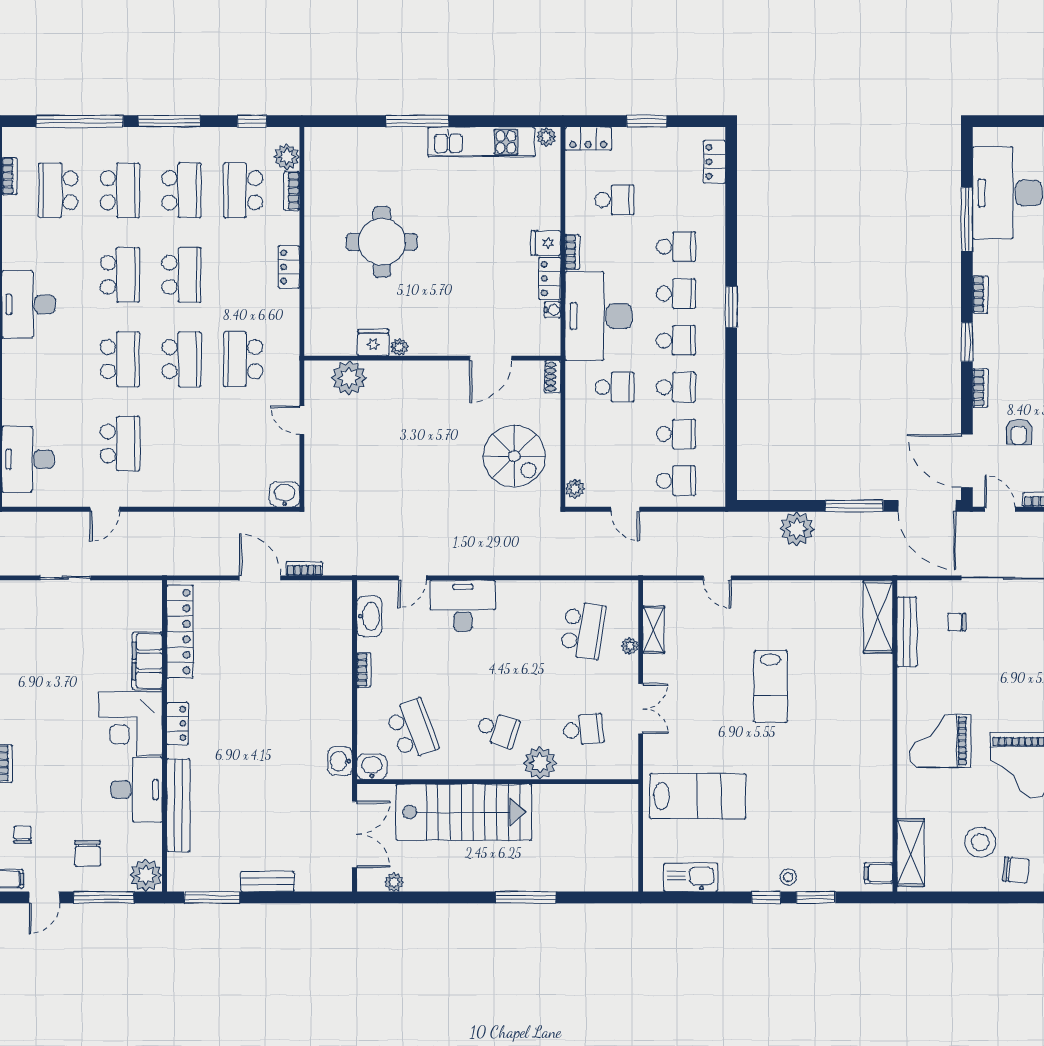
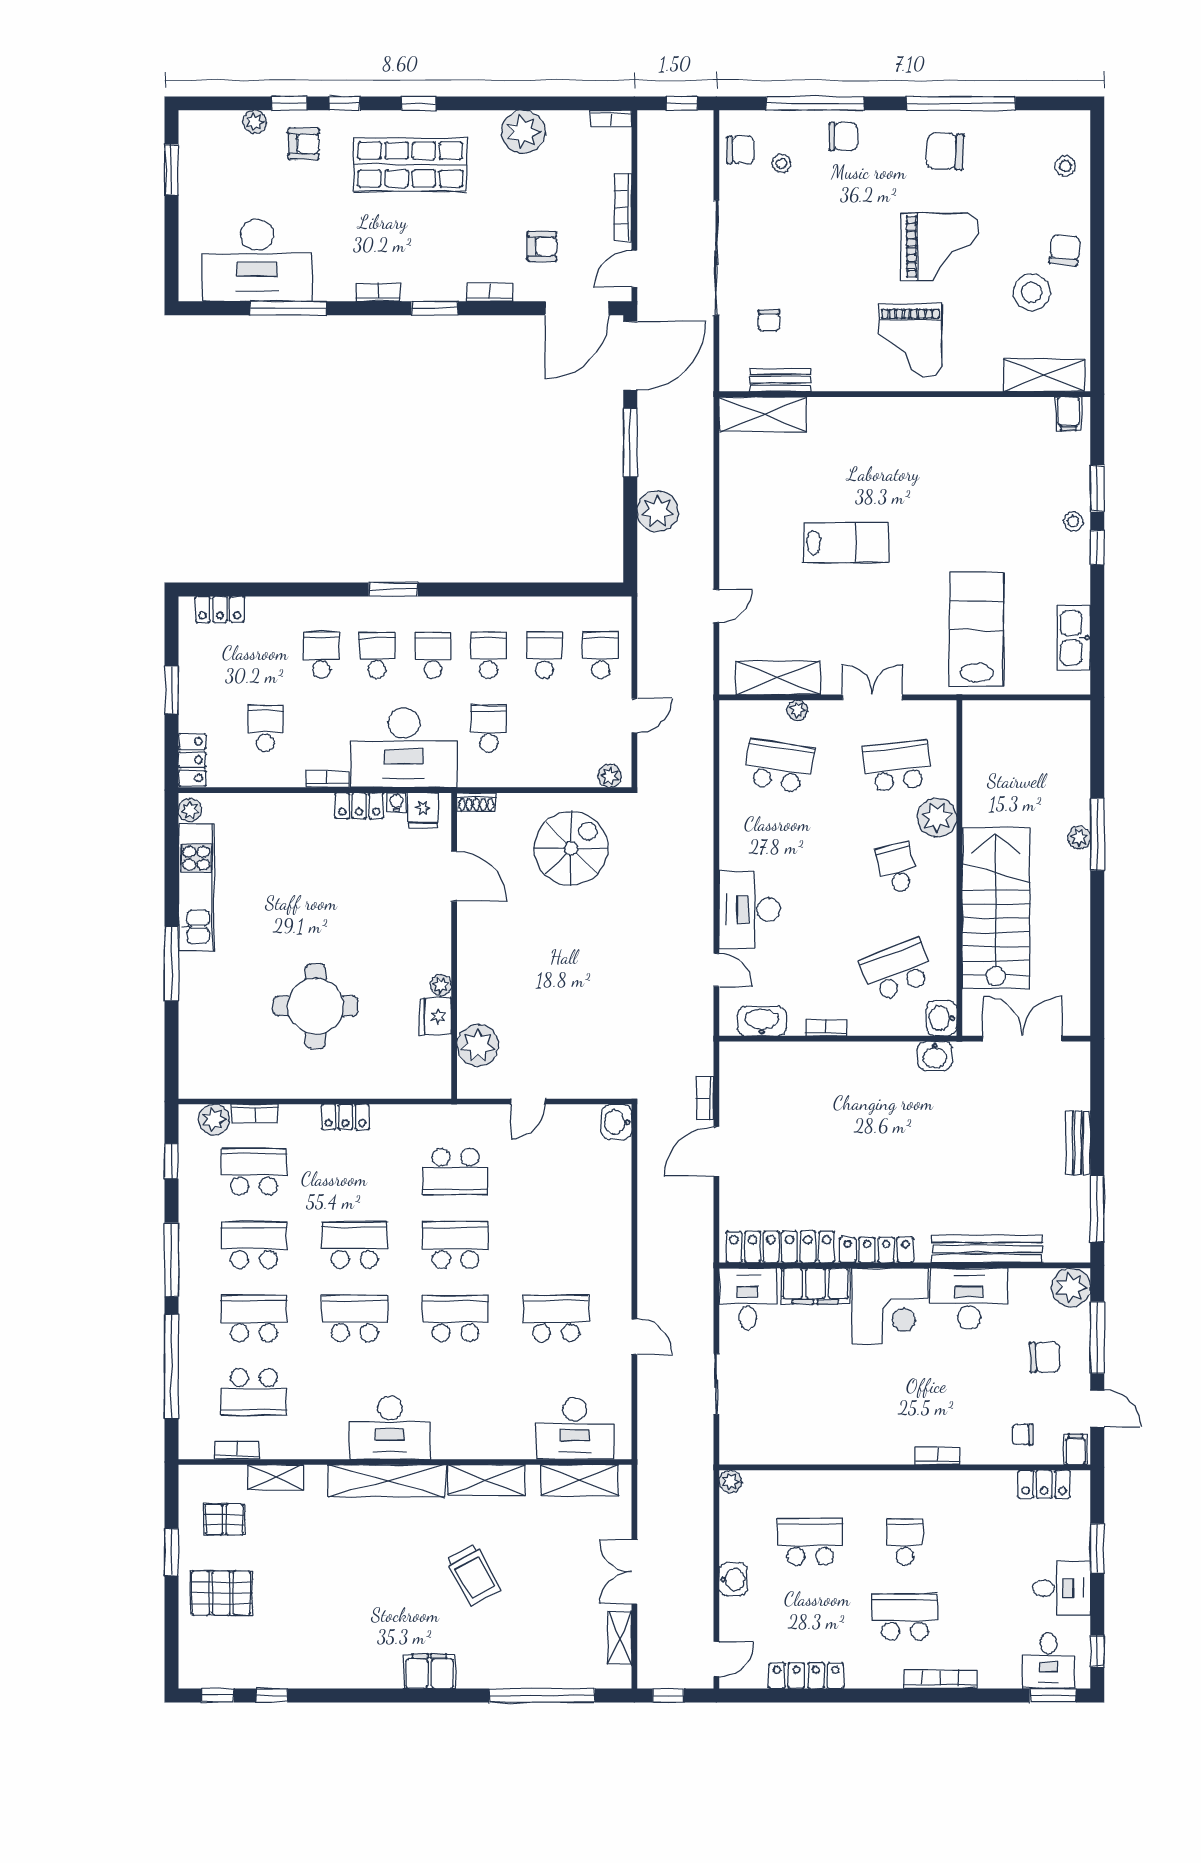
school desk: (243, 190) -> (254, 1172), turned 180
fridge: (546, 243) -> (423, 811), moved
desk: (136, 604) -> (748, 1299), added
shelving: (654, 630) -> (778, 678), width x1.50, depth x1.33
bench: (907, 632) -> (781, 380), width x0.73
locker: (177, 723) -> (877, 1250), width x1.53
school desk: (498, 729) -> (897, 868), turned -33
school desk: (583, 729) -> (897, 766), width x1.85
plant: (394, 882) -> (1079, 838), moved

